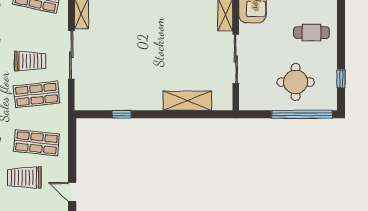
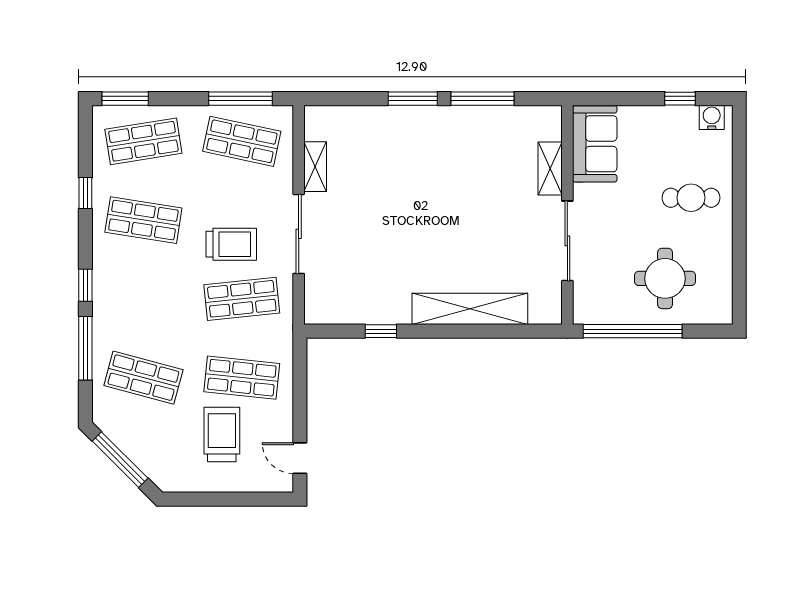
window: (341, 79) -> (739, 273), removed
shelving: (187, 101) -> (470, 309), width x1.47
window: (302, 114) -> (633, 331), moved
trolley: (24, 178) -> (222, 434), turned 90

